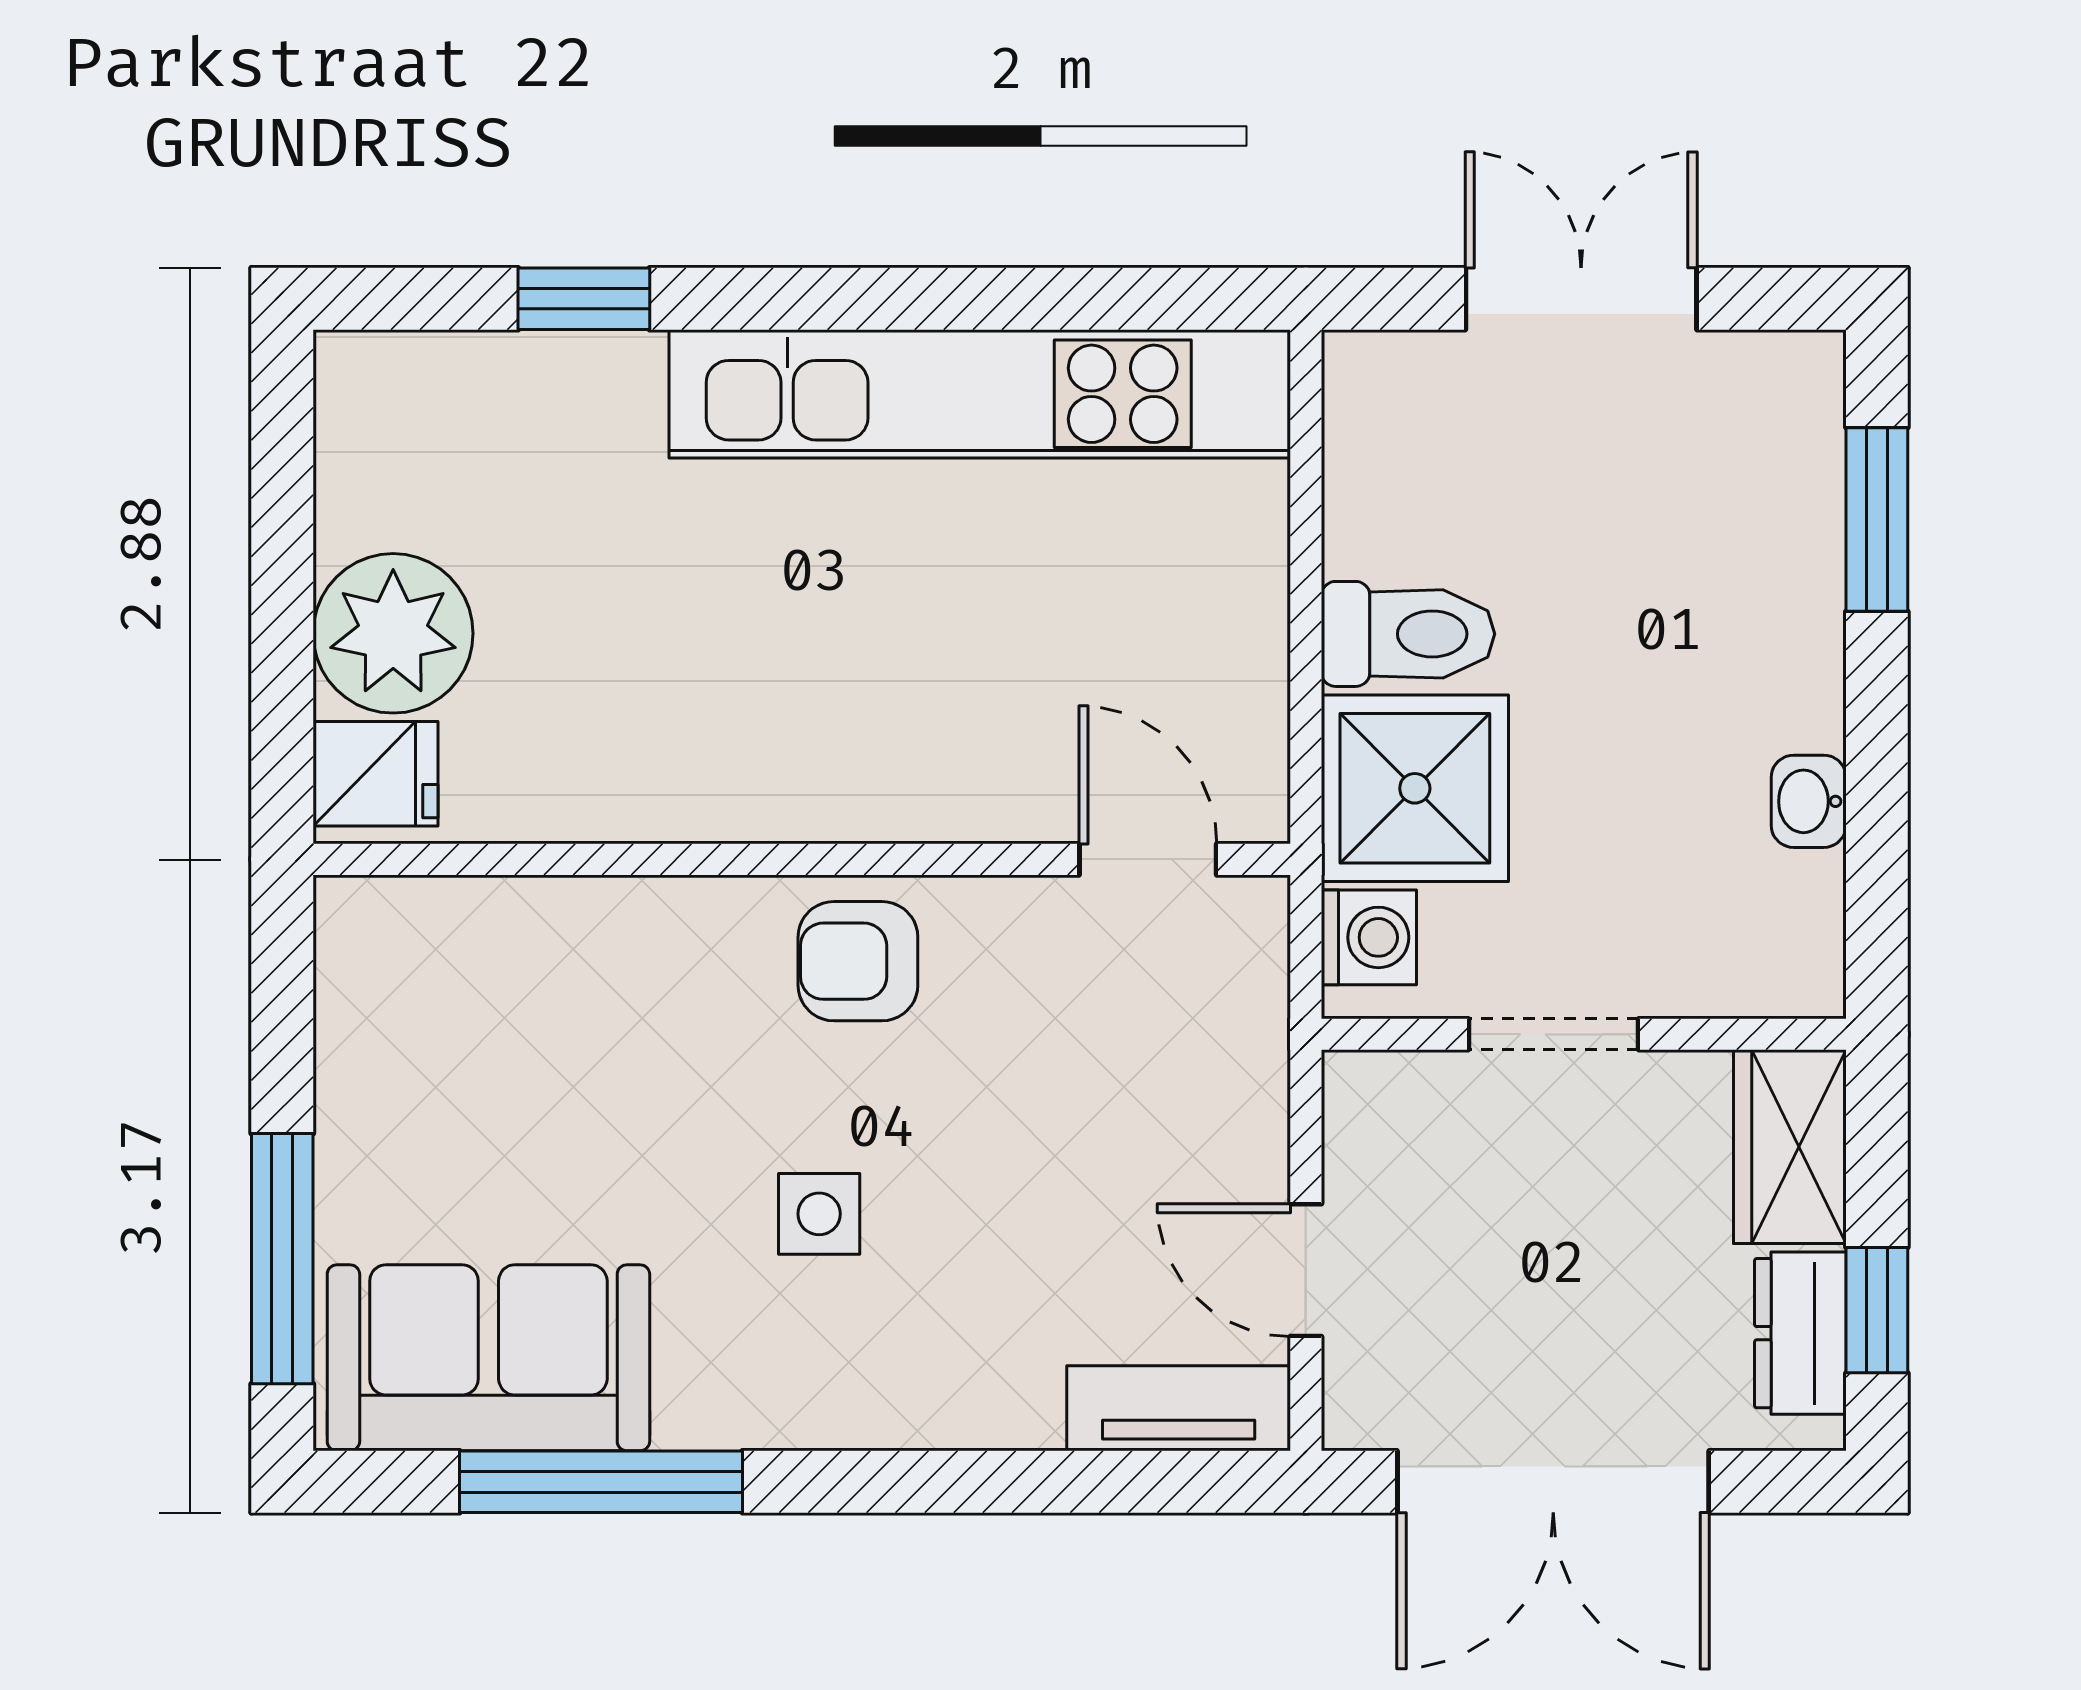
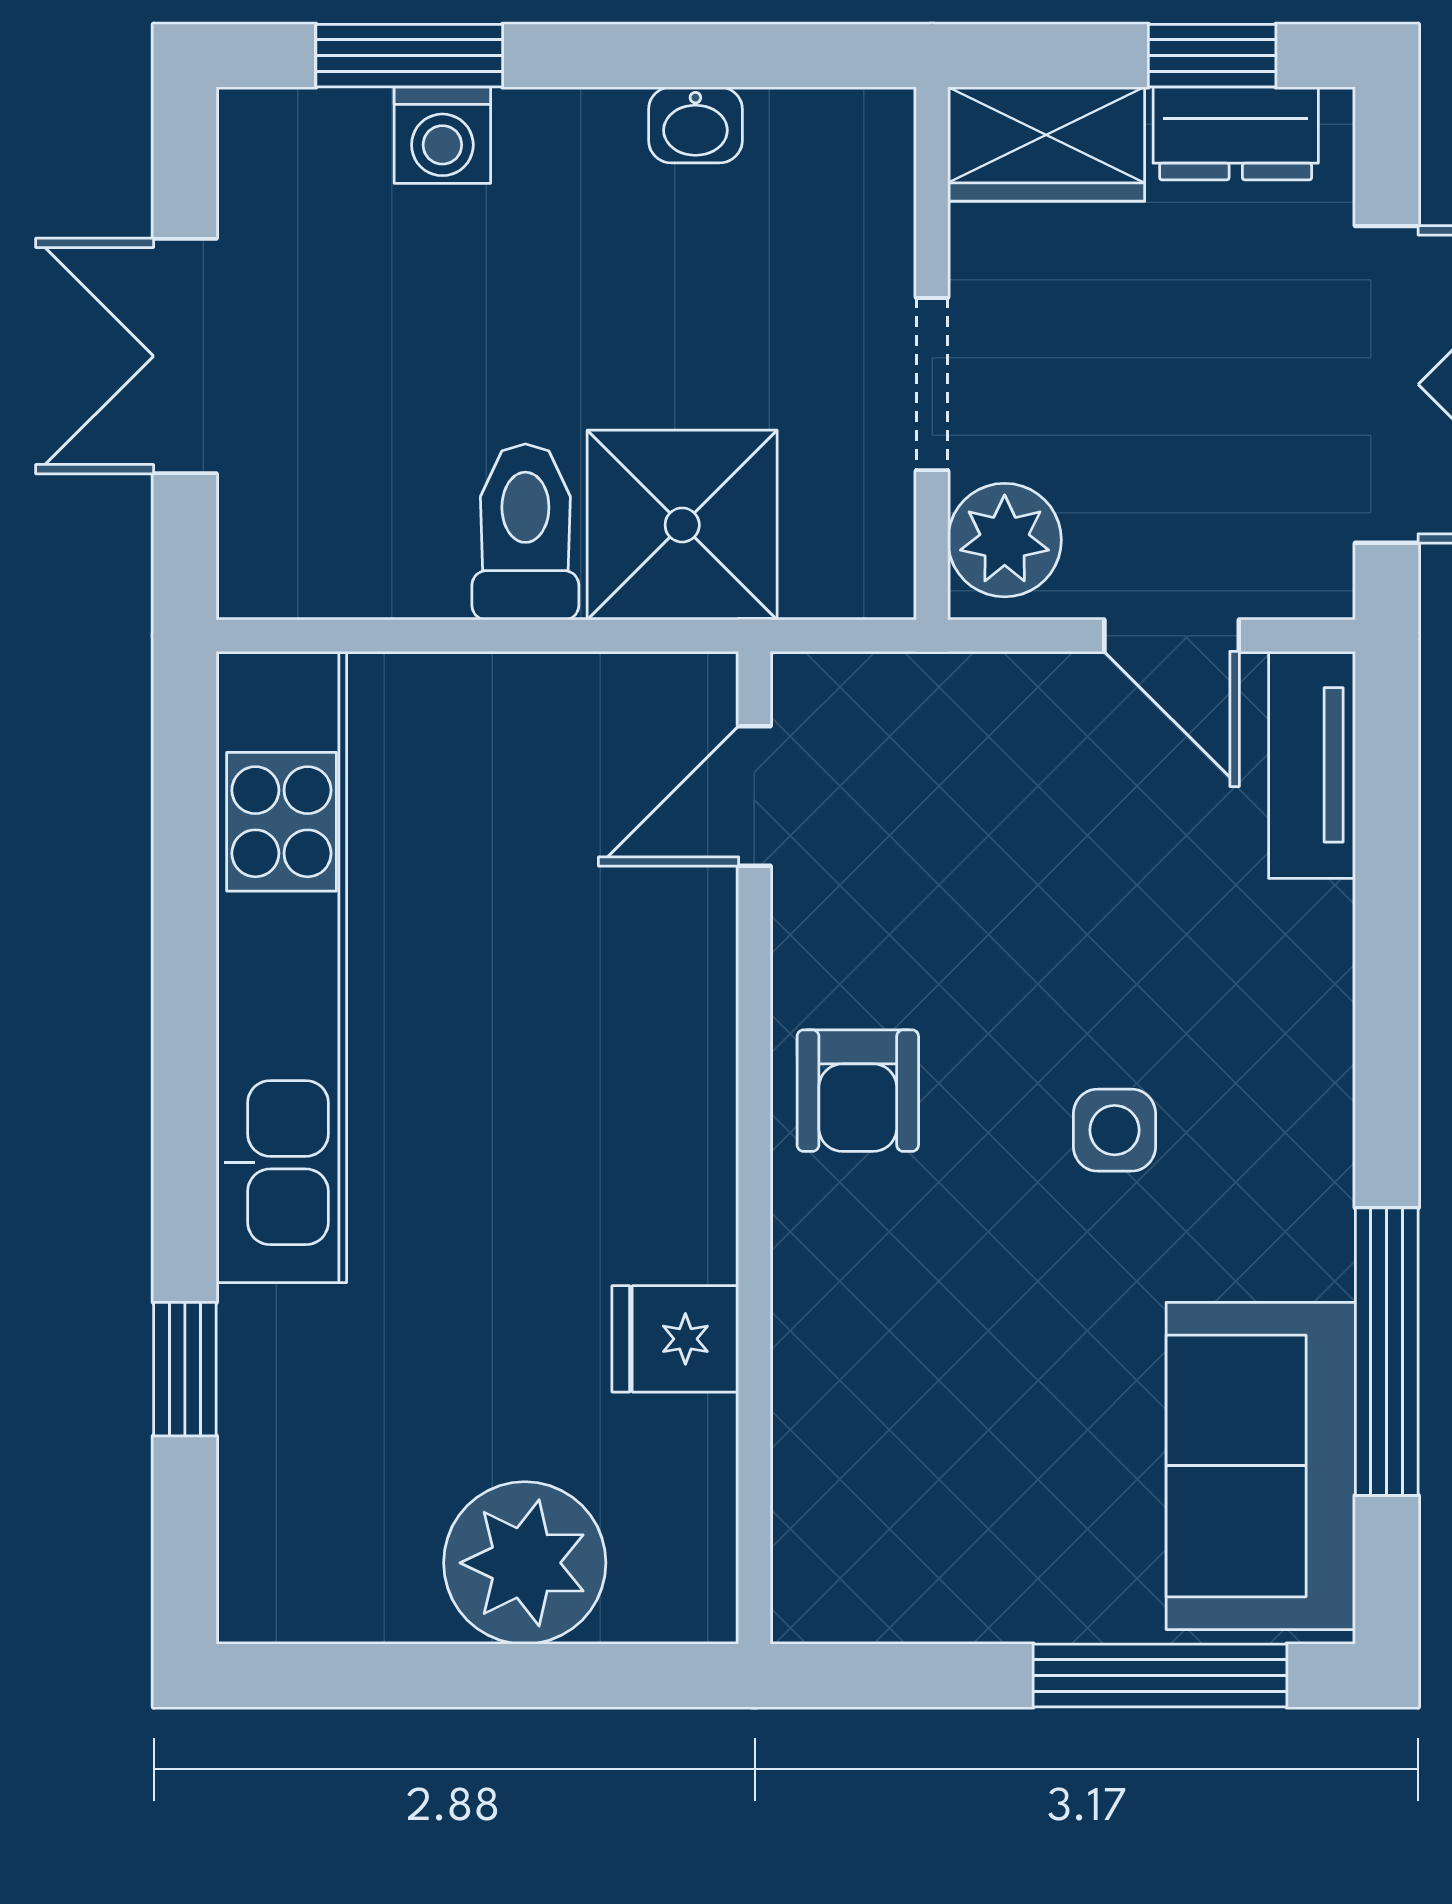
fridge: (376, 774) -> (675, 1339), moved, turned -90
washing machine: (1369, 937) -> (442, 135), moved, turned 180
plant: (1400, 1106) -> (1005, 540), added
door: (1306, 1270) -> (1172, 636), hinge flipped

